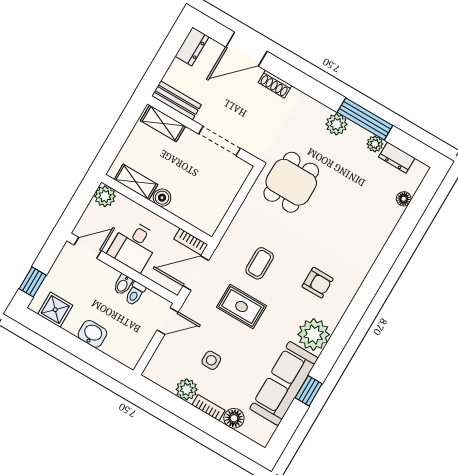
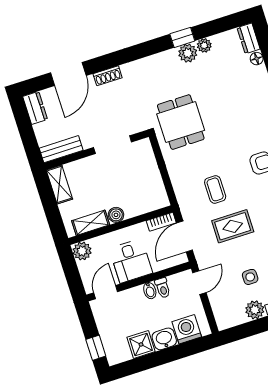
window: (365, 119) -> (182, 37), width x0.46
shelving: (163, 123) -> (59, 184), moved, turned 90
plant: (337, 124) -> (188, 53), moved
dresser: (397, 158) -> (249, 38), moved, turned 90
shower: (55, 310) -> (141, 344), moved
washing machine: (118, 346) -> (187, 329), added

